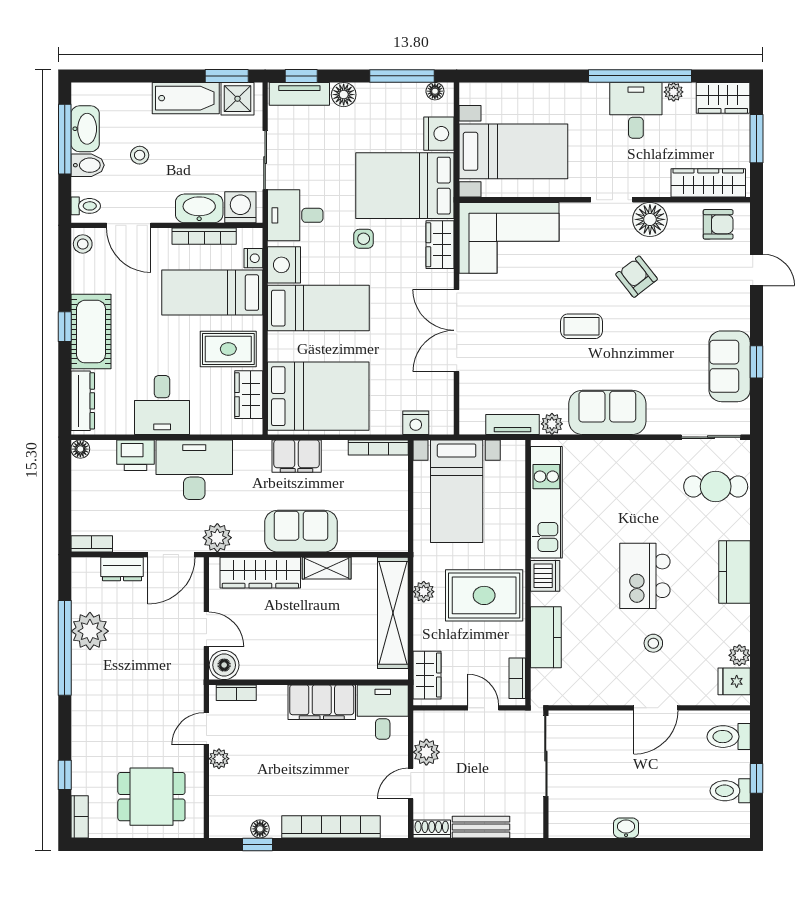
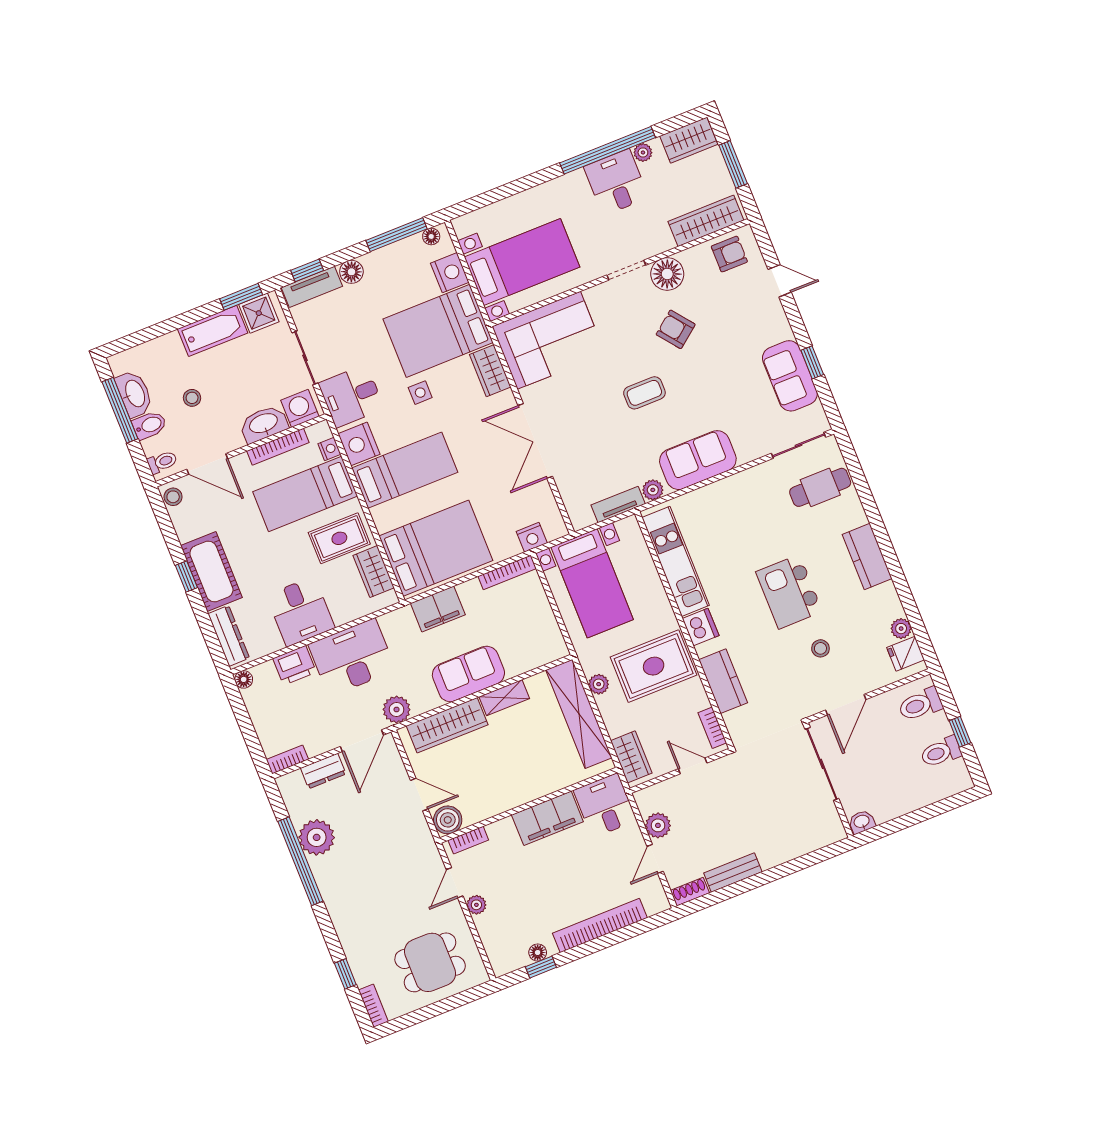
sliding door: (546, 756) -> (822, 764), moved
wall: (546, 774) -> (828, 780), moved

